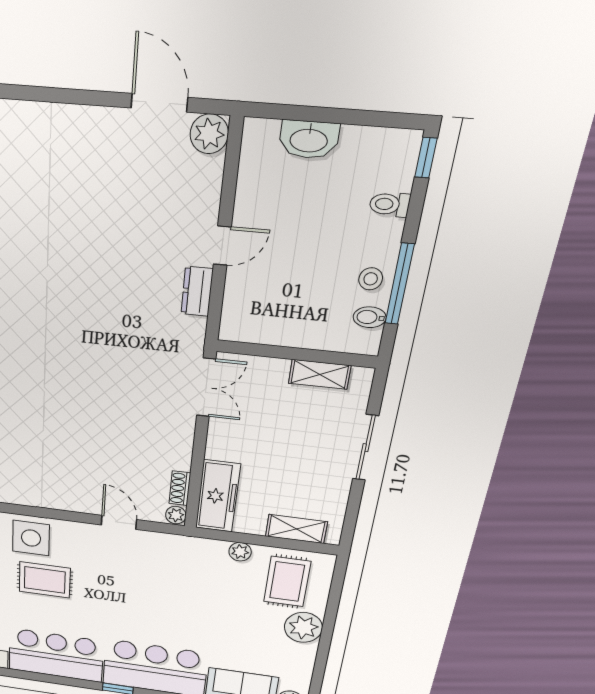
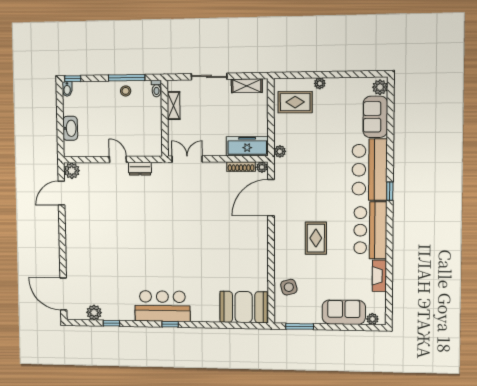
toilet: (390, 204) -> (156, 89), moved
bidet: (370, 317) -> (67, 89), moved
shoe rack: (180, 488) -> (241, 167), width x1.43
door: (119, 522) -> (271, 198), width x1.88
shelving: (296, 529) -> (247, 86), moved, turned 90
side table: (31, 538) -> (289, 246), removed
plant: (240, 552) -> (280, 151), moved
plant: (303, 627) -> (320, 83), width x0.53, depth x0.53

